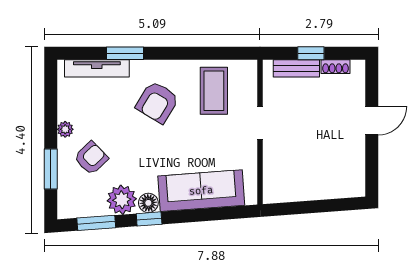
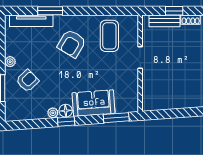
sofa: (201, 191) -> (94, 103), width x0.73
plant: (122, 200) -> (53, 113), width x0.53, depth x0.53
window: (96, 223) -> (116, 118), moved

